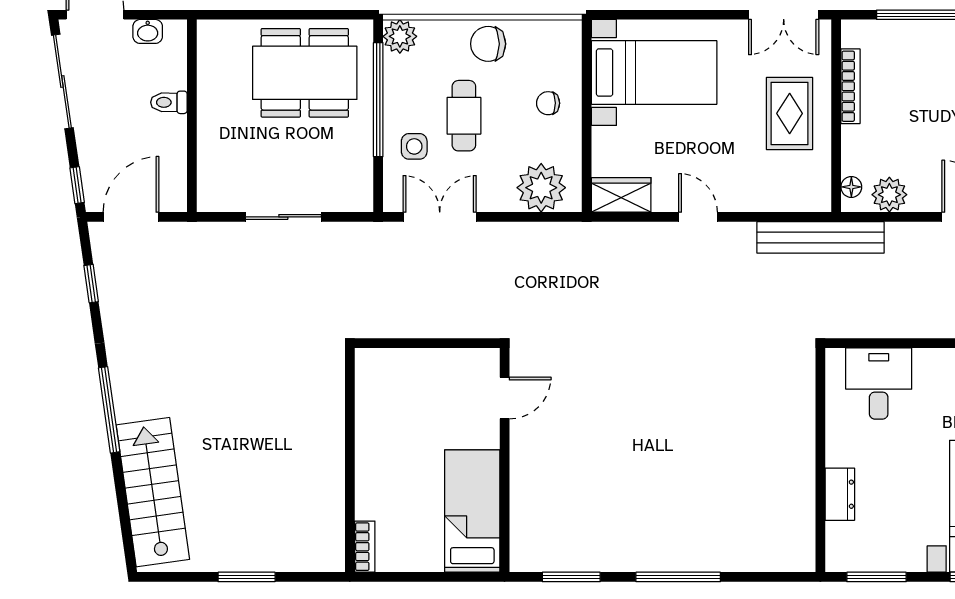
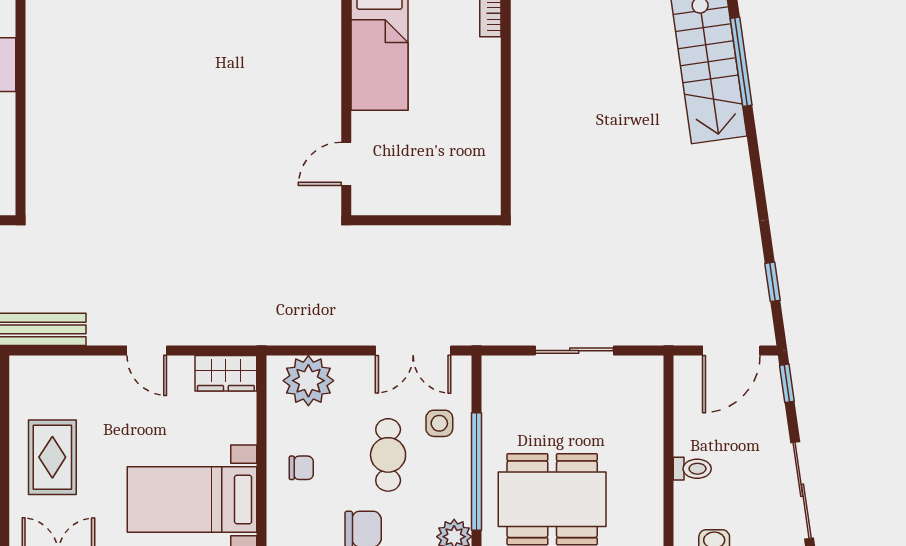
window: (109, 410) -> (741, 62), moved

